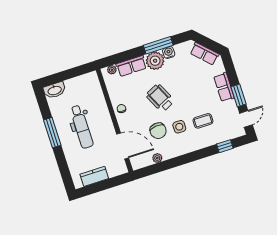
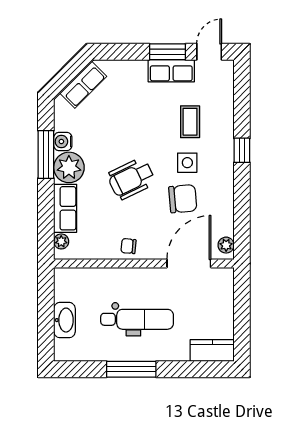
row of seats: (224, 87) -> (171, 71), moved
washbasin: (55, 90) -> (65, 320), moved
door: (246, 119) -> (209, 52), hinge flipped
window: (225, 146) -> (242, 150), moved
plant: (157, 158) -> (226, 245), moved
kitchen counter: (94, 176) -> (212, 350), moved, turned 90

